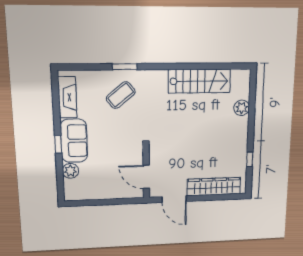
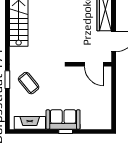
plant: (70, 171) -> (87, 123), removed
door: (146, 177) -> (94, 64), hinge flipped

